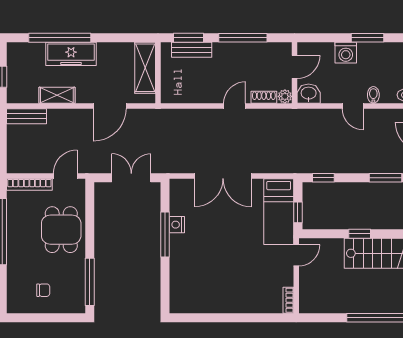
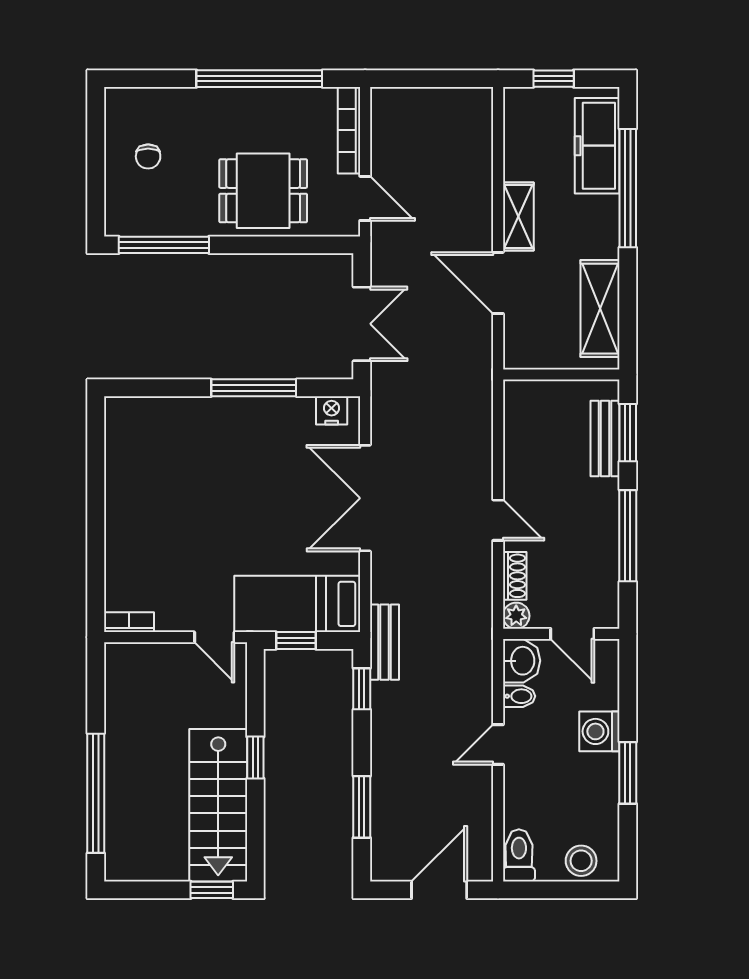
freezer: (71, 54) -> (597, 146), moved
shelving: (145, 68) -> (600, 309), moved, turned 90
shelving: (57, 95) -> (518, 217), moved
bidet: (373, 95) -> (519, 696), moved
bench: (26, 116) -> (384, 642), moved
nightstand: (177, 225) -> (332, 410), moved

